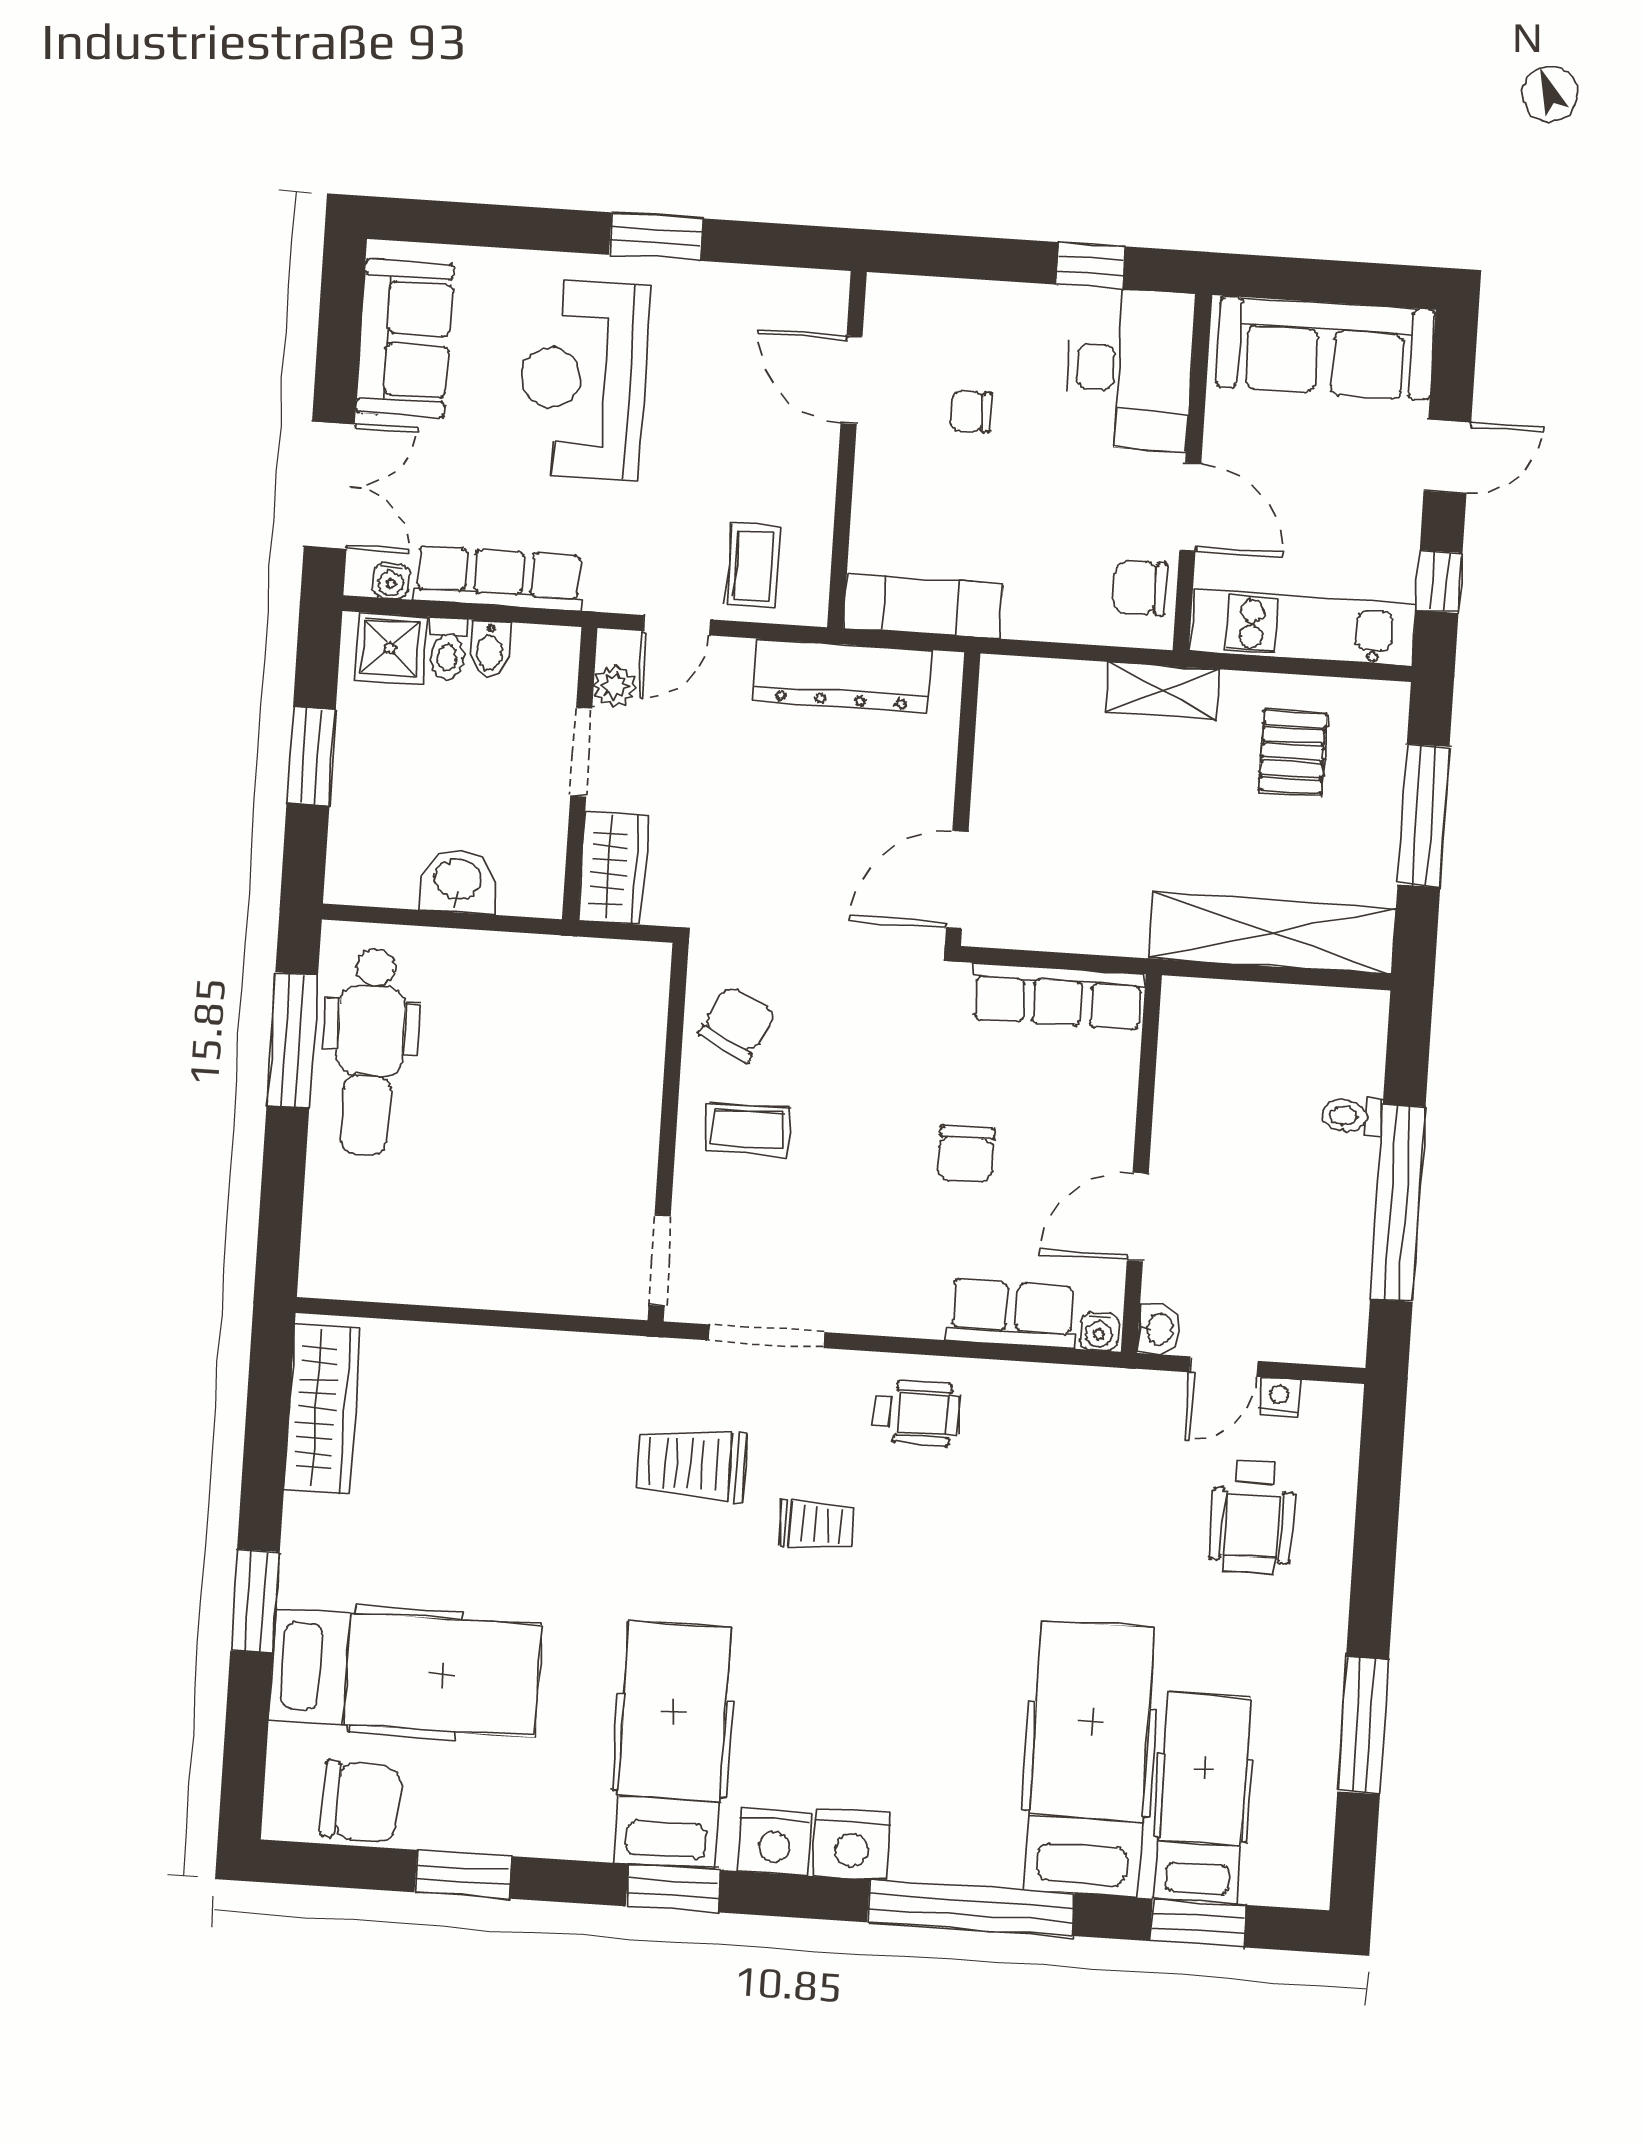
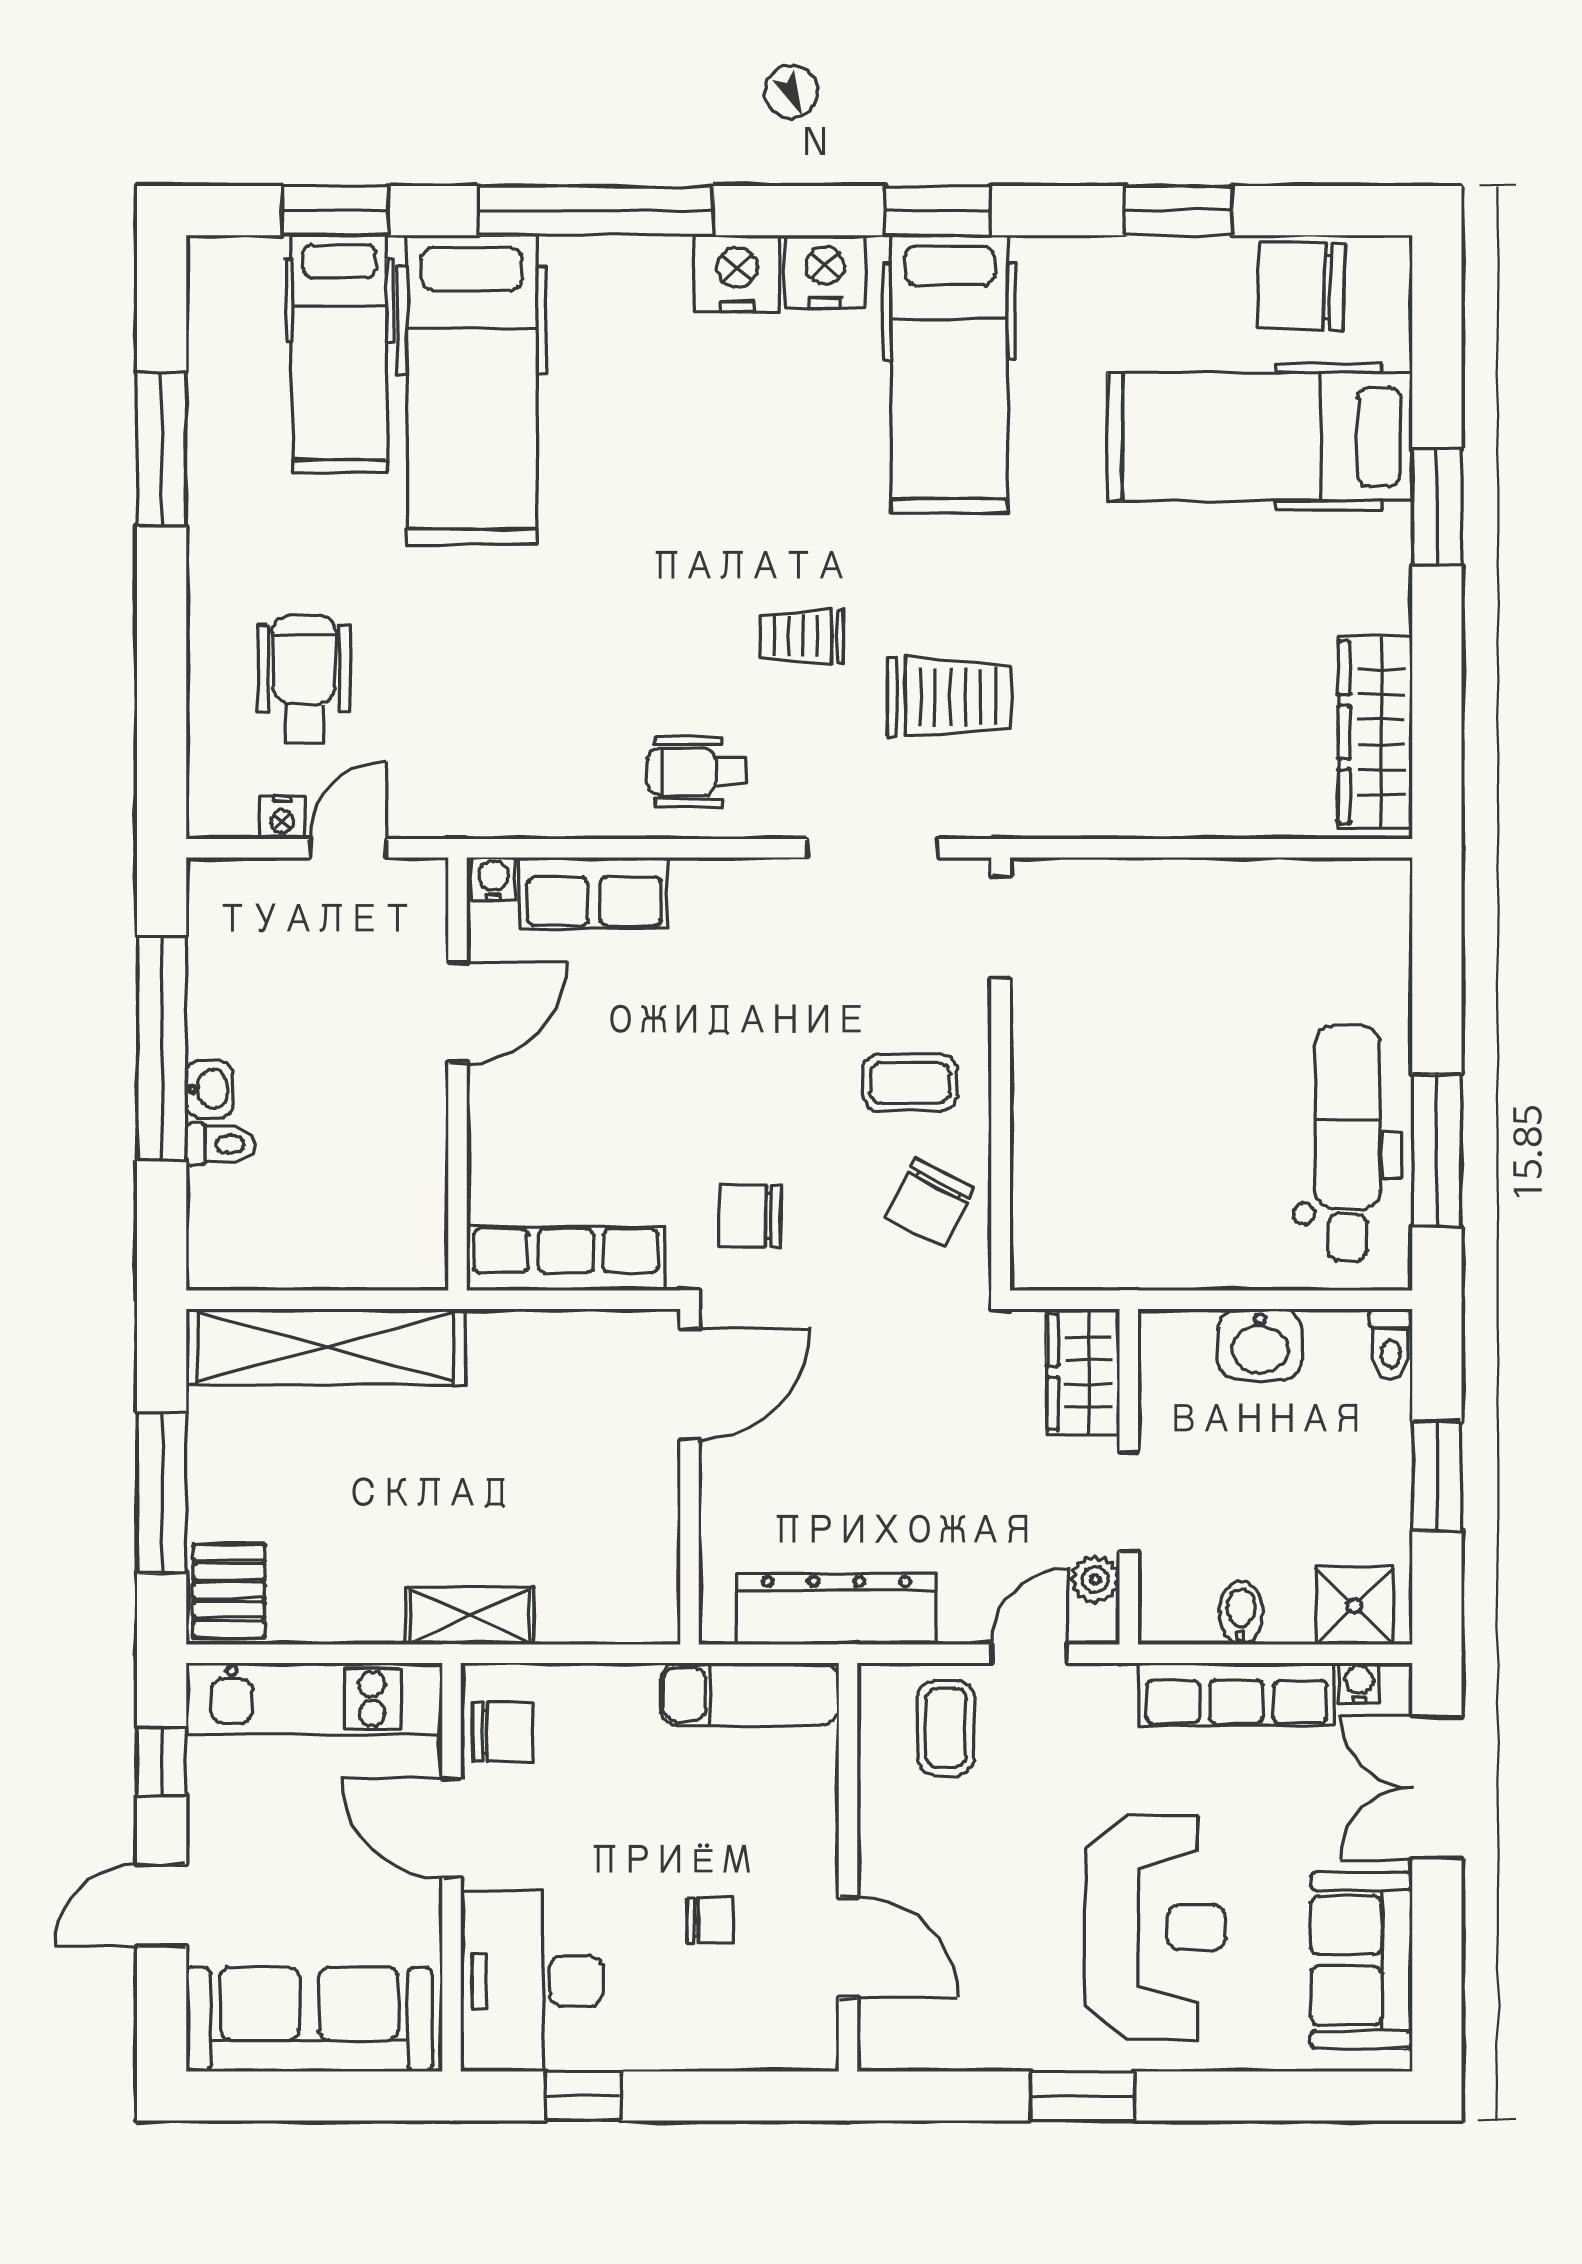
toilet: (448, 649) -> (1391, 1344), moved, turned 180
pallet: (1293, 752) -> (229, 1591), moved
chair: (966, 1154) -> (750, 1216), moved, turned -90
washbasin: (1159, 1329) -> (209, 1089), moved, turned 180

